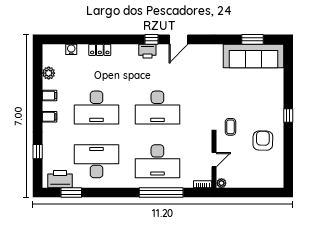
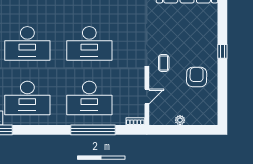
desk: (97, 161) -> (27, 98), turned 180
plant: (221, 183) -> (180, 120), moved

